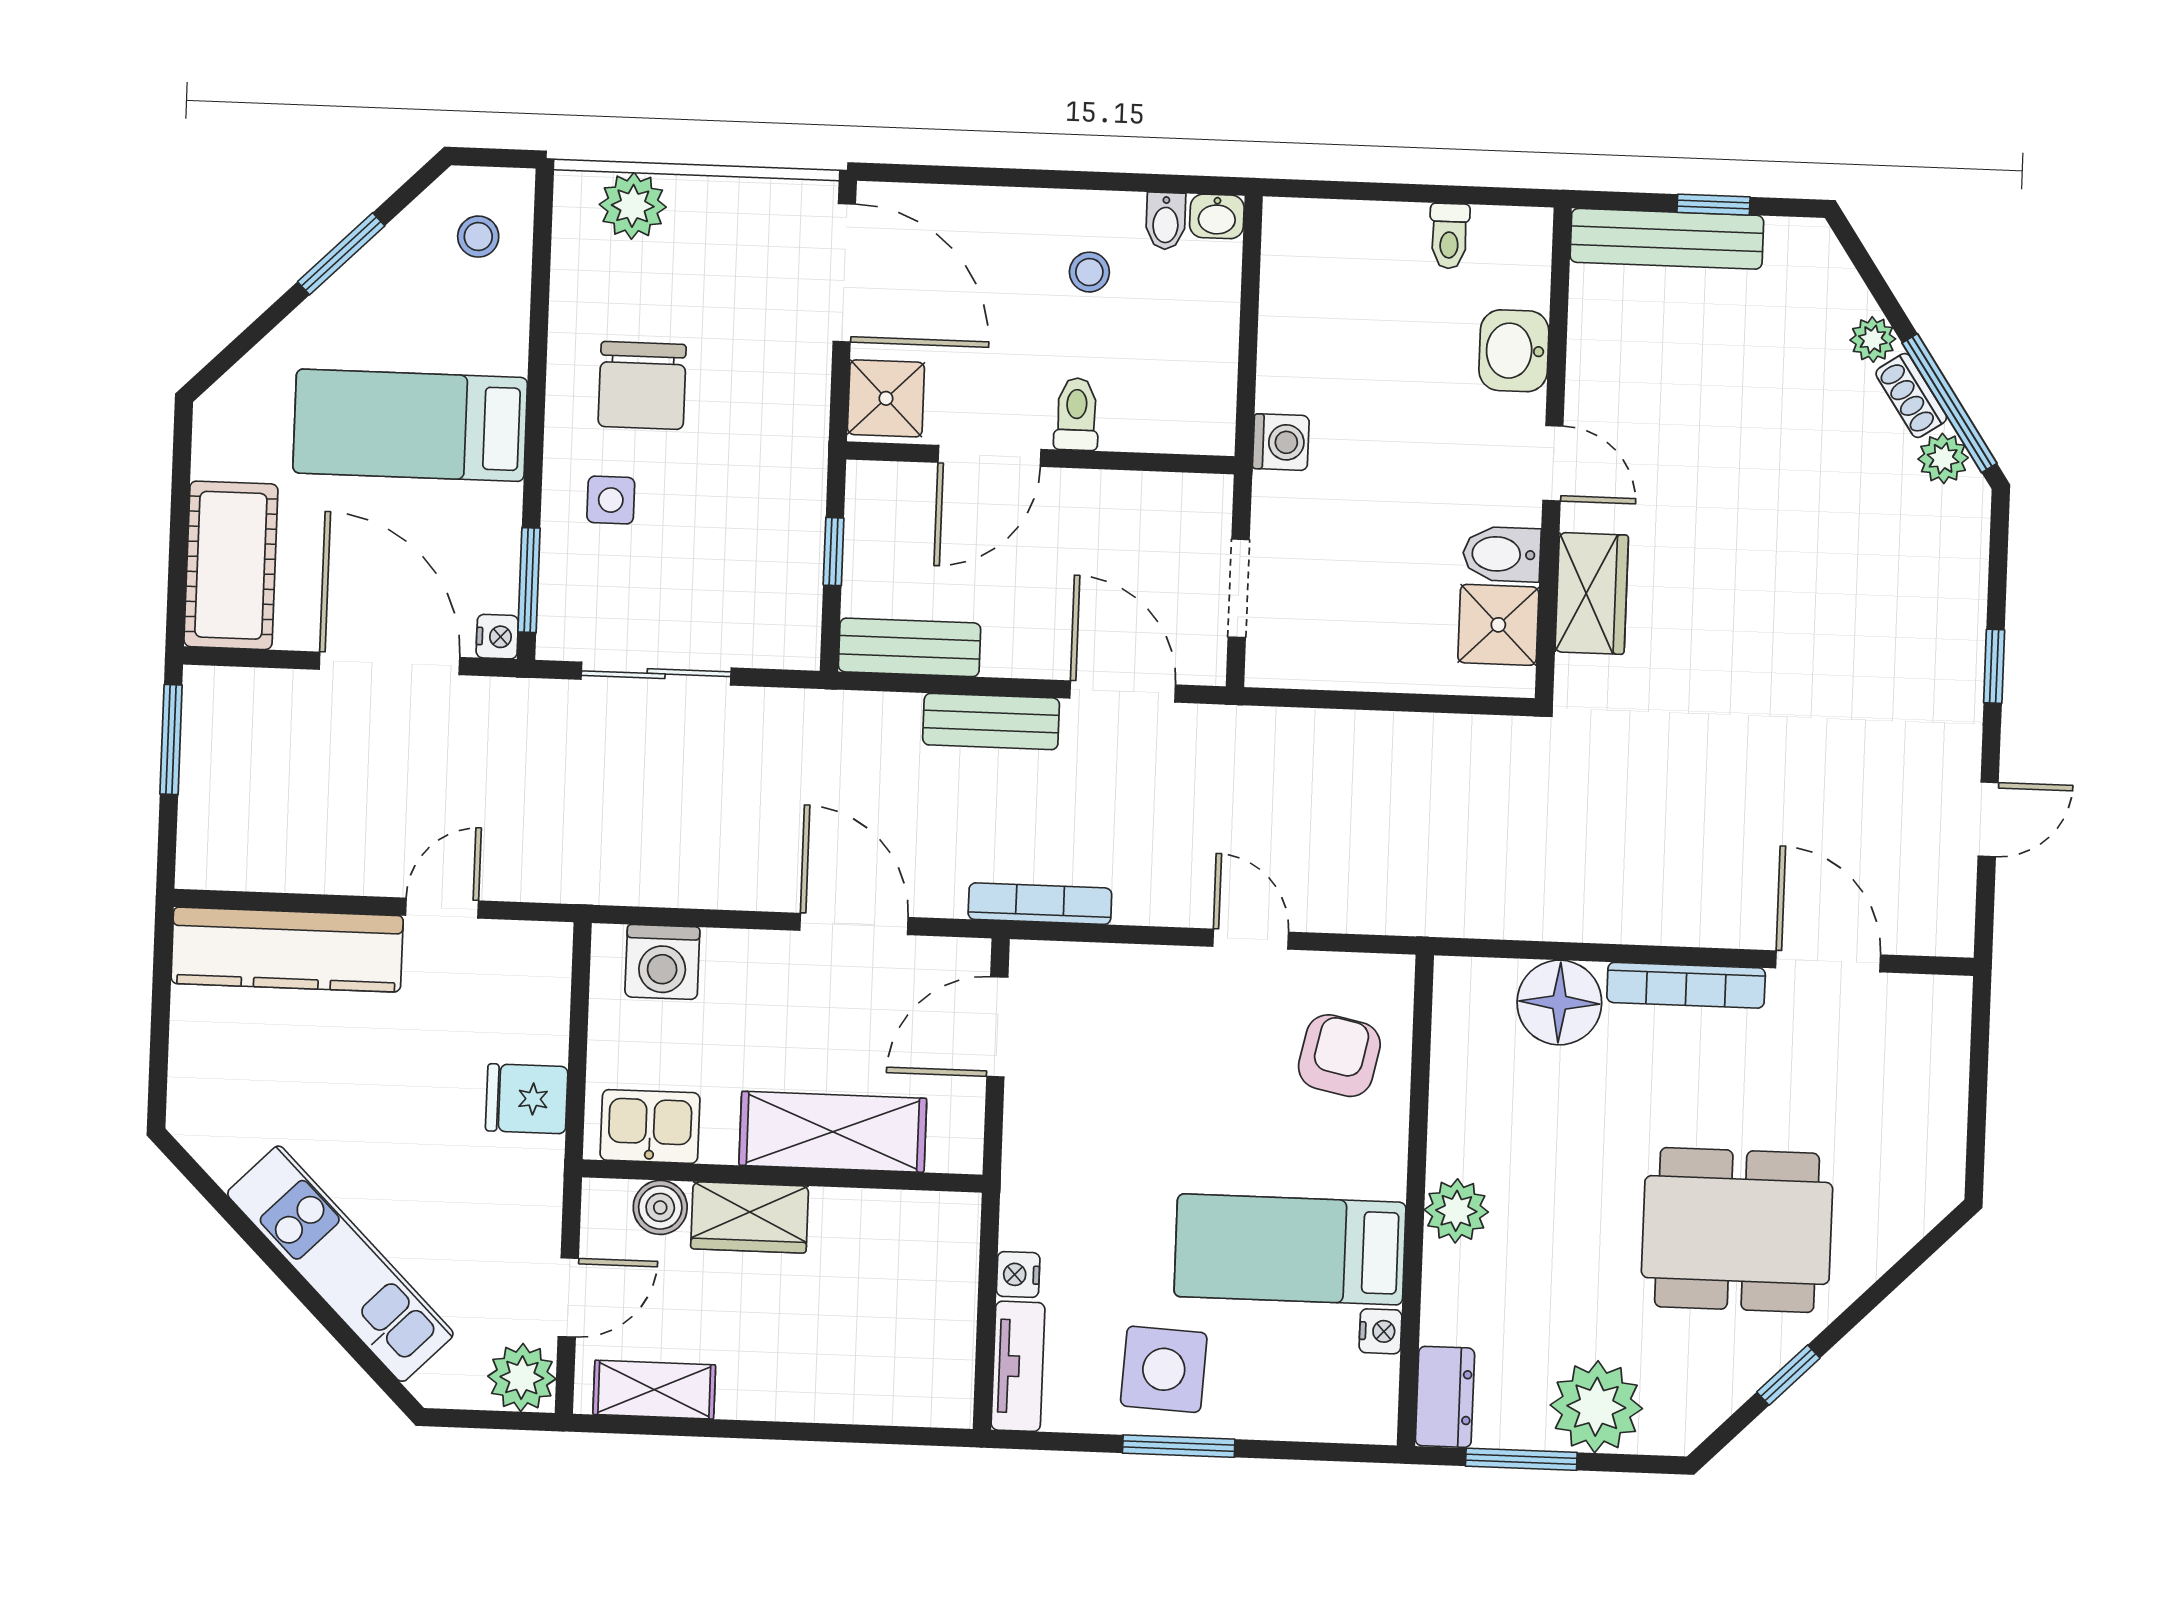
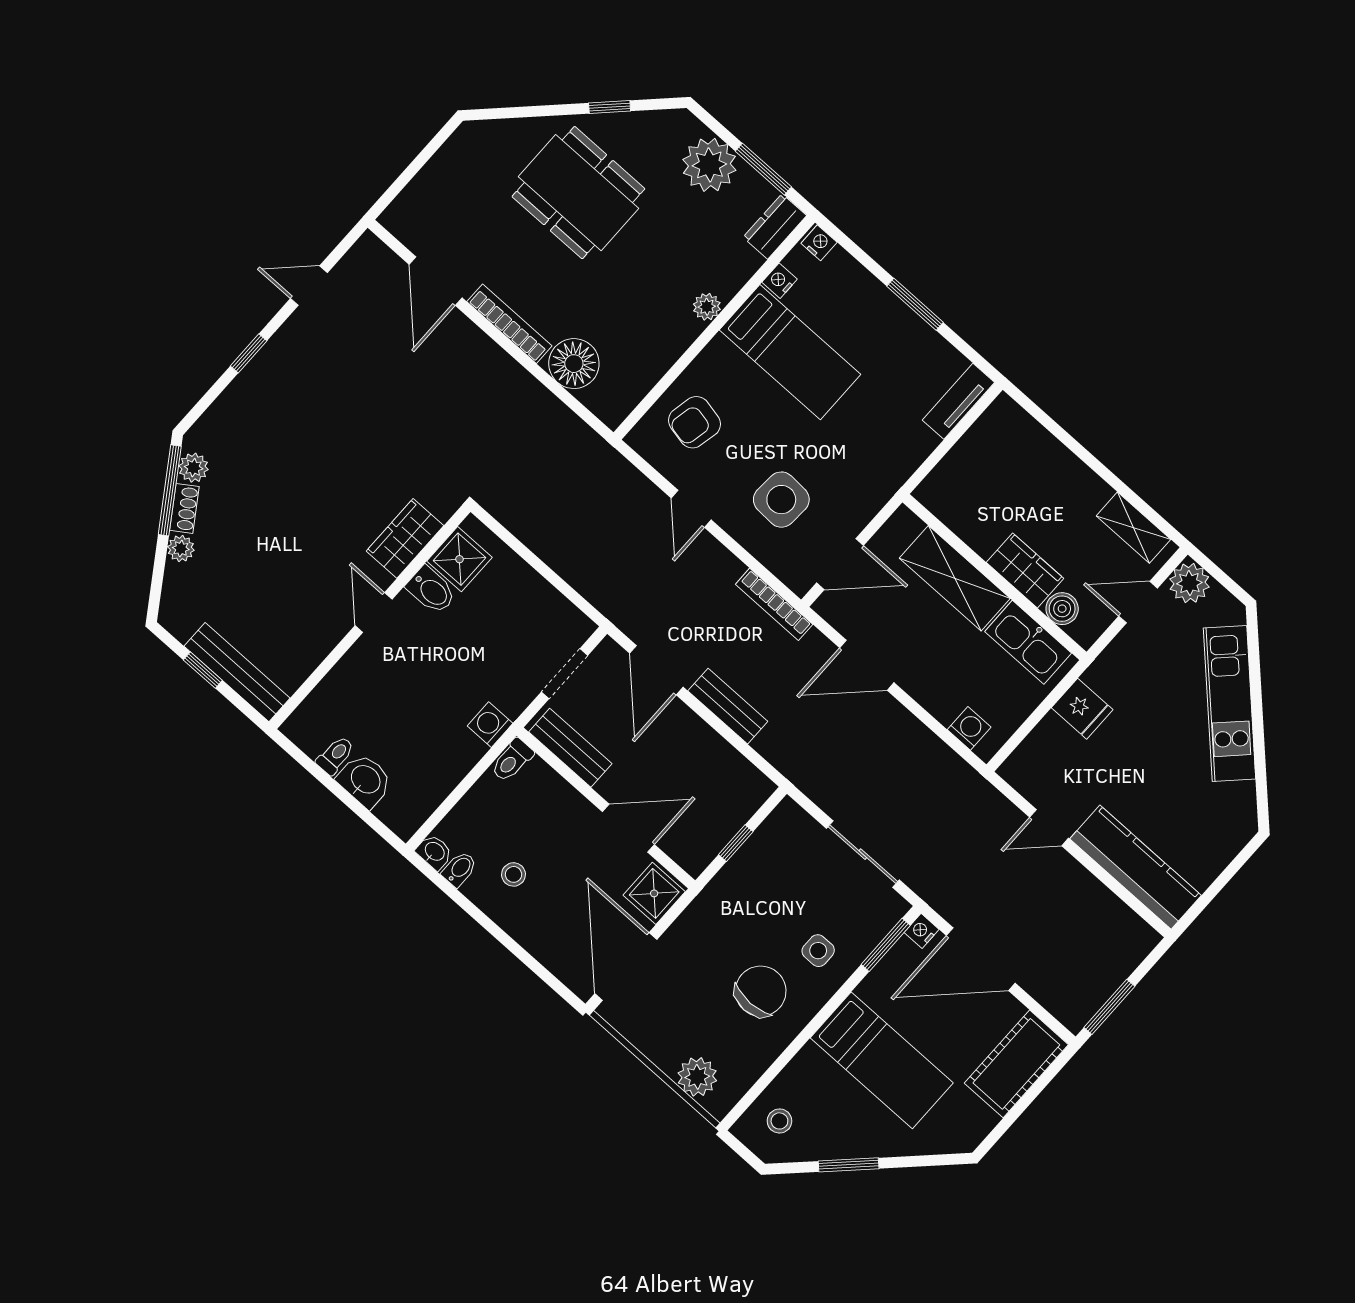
washbasin: (1514, 351) -> (365, 780), moved, turned -90
toilet: (1077, 414) -> (512, 760), moved
bench: (909, 647) -> (570, 748), moved
door: (389, 663) -> (981, 959), hinge flipped
door: (854, 924) -> (867, 665), hinge flipped
washing machine: (662, 962) -> (969, 728), width x0.73, depth x0.73
kitchen sink: (650, 1126) -> (1028, 642), width x1.38
plant: (1456, 1211) -> (707, 307), width x0.73, depth x0.73
nightstand: (1018, 1275) -> (819, 243), moved, turned -90
side table: (1164, 1369) -> (781, 500), moved

